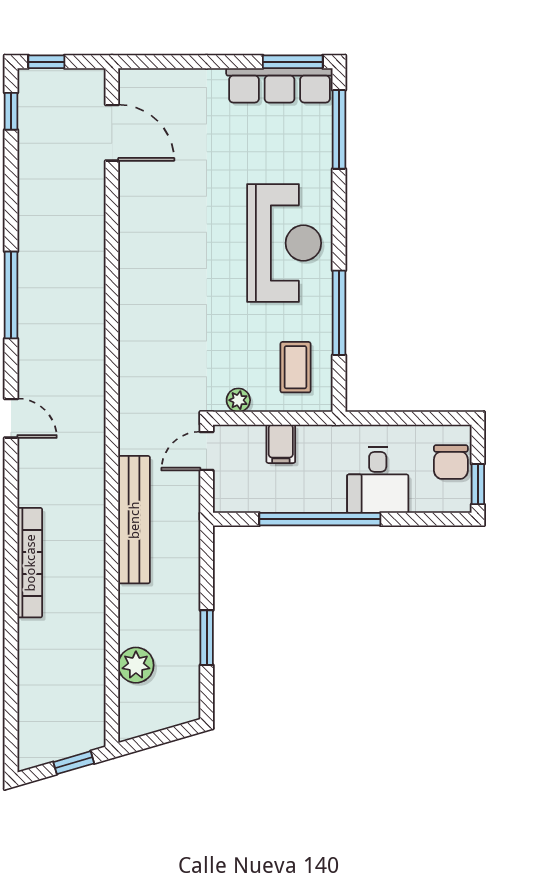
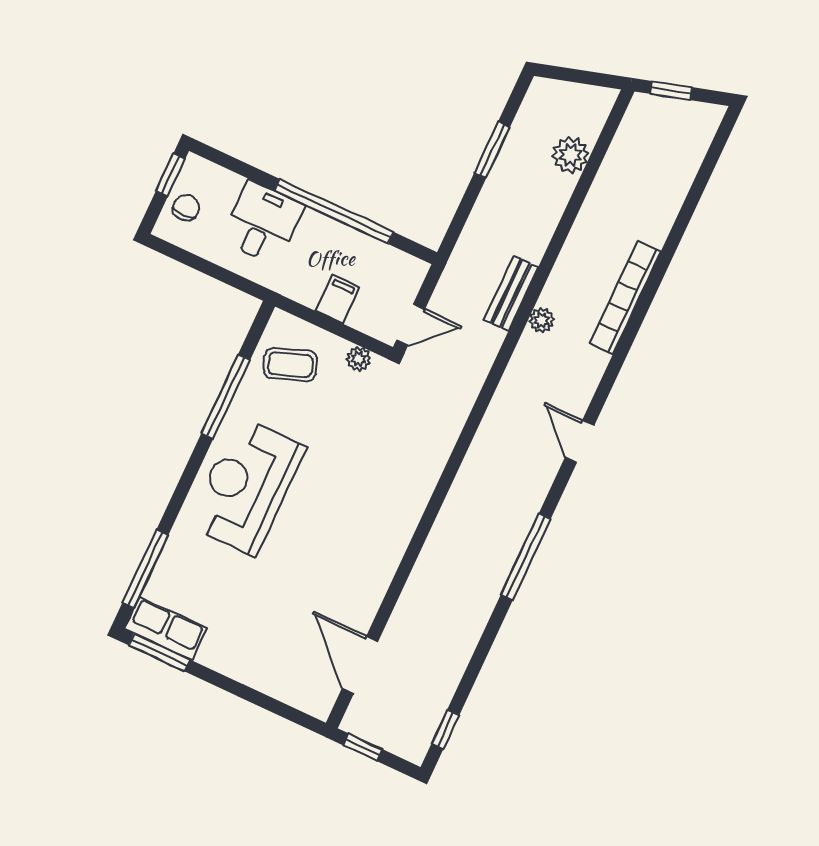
window: (46, 62) -> (363, 747), moved
row of seats: (279, 85) -> (166, 629), width x0.68
coffee table: (295, 367) -> (290, 365), turned 70
chair: (451, 462) -> (186, 208), width x0.73, depth x0.73
plant: (94, 509) -> (542, 320), added
bench: (134, 520) -> (511, 293), width x0.54, depth x0.82

